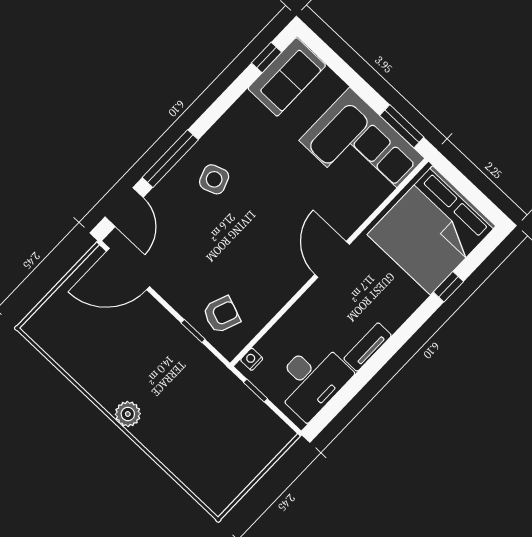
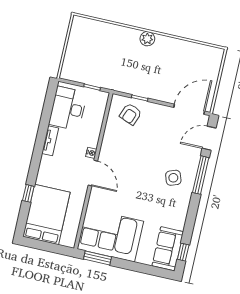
door: (124, 207) -> (209, 138), hinge flipped
bed: (431, 230) -> (47, 214), width x0.73
nightstand: (252, 359) -> (91, 153), moved

